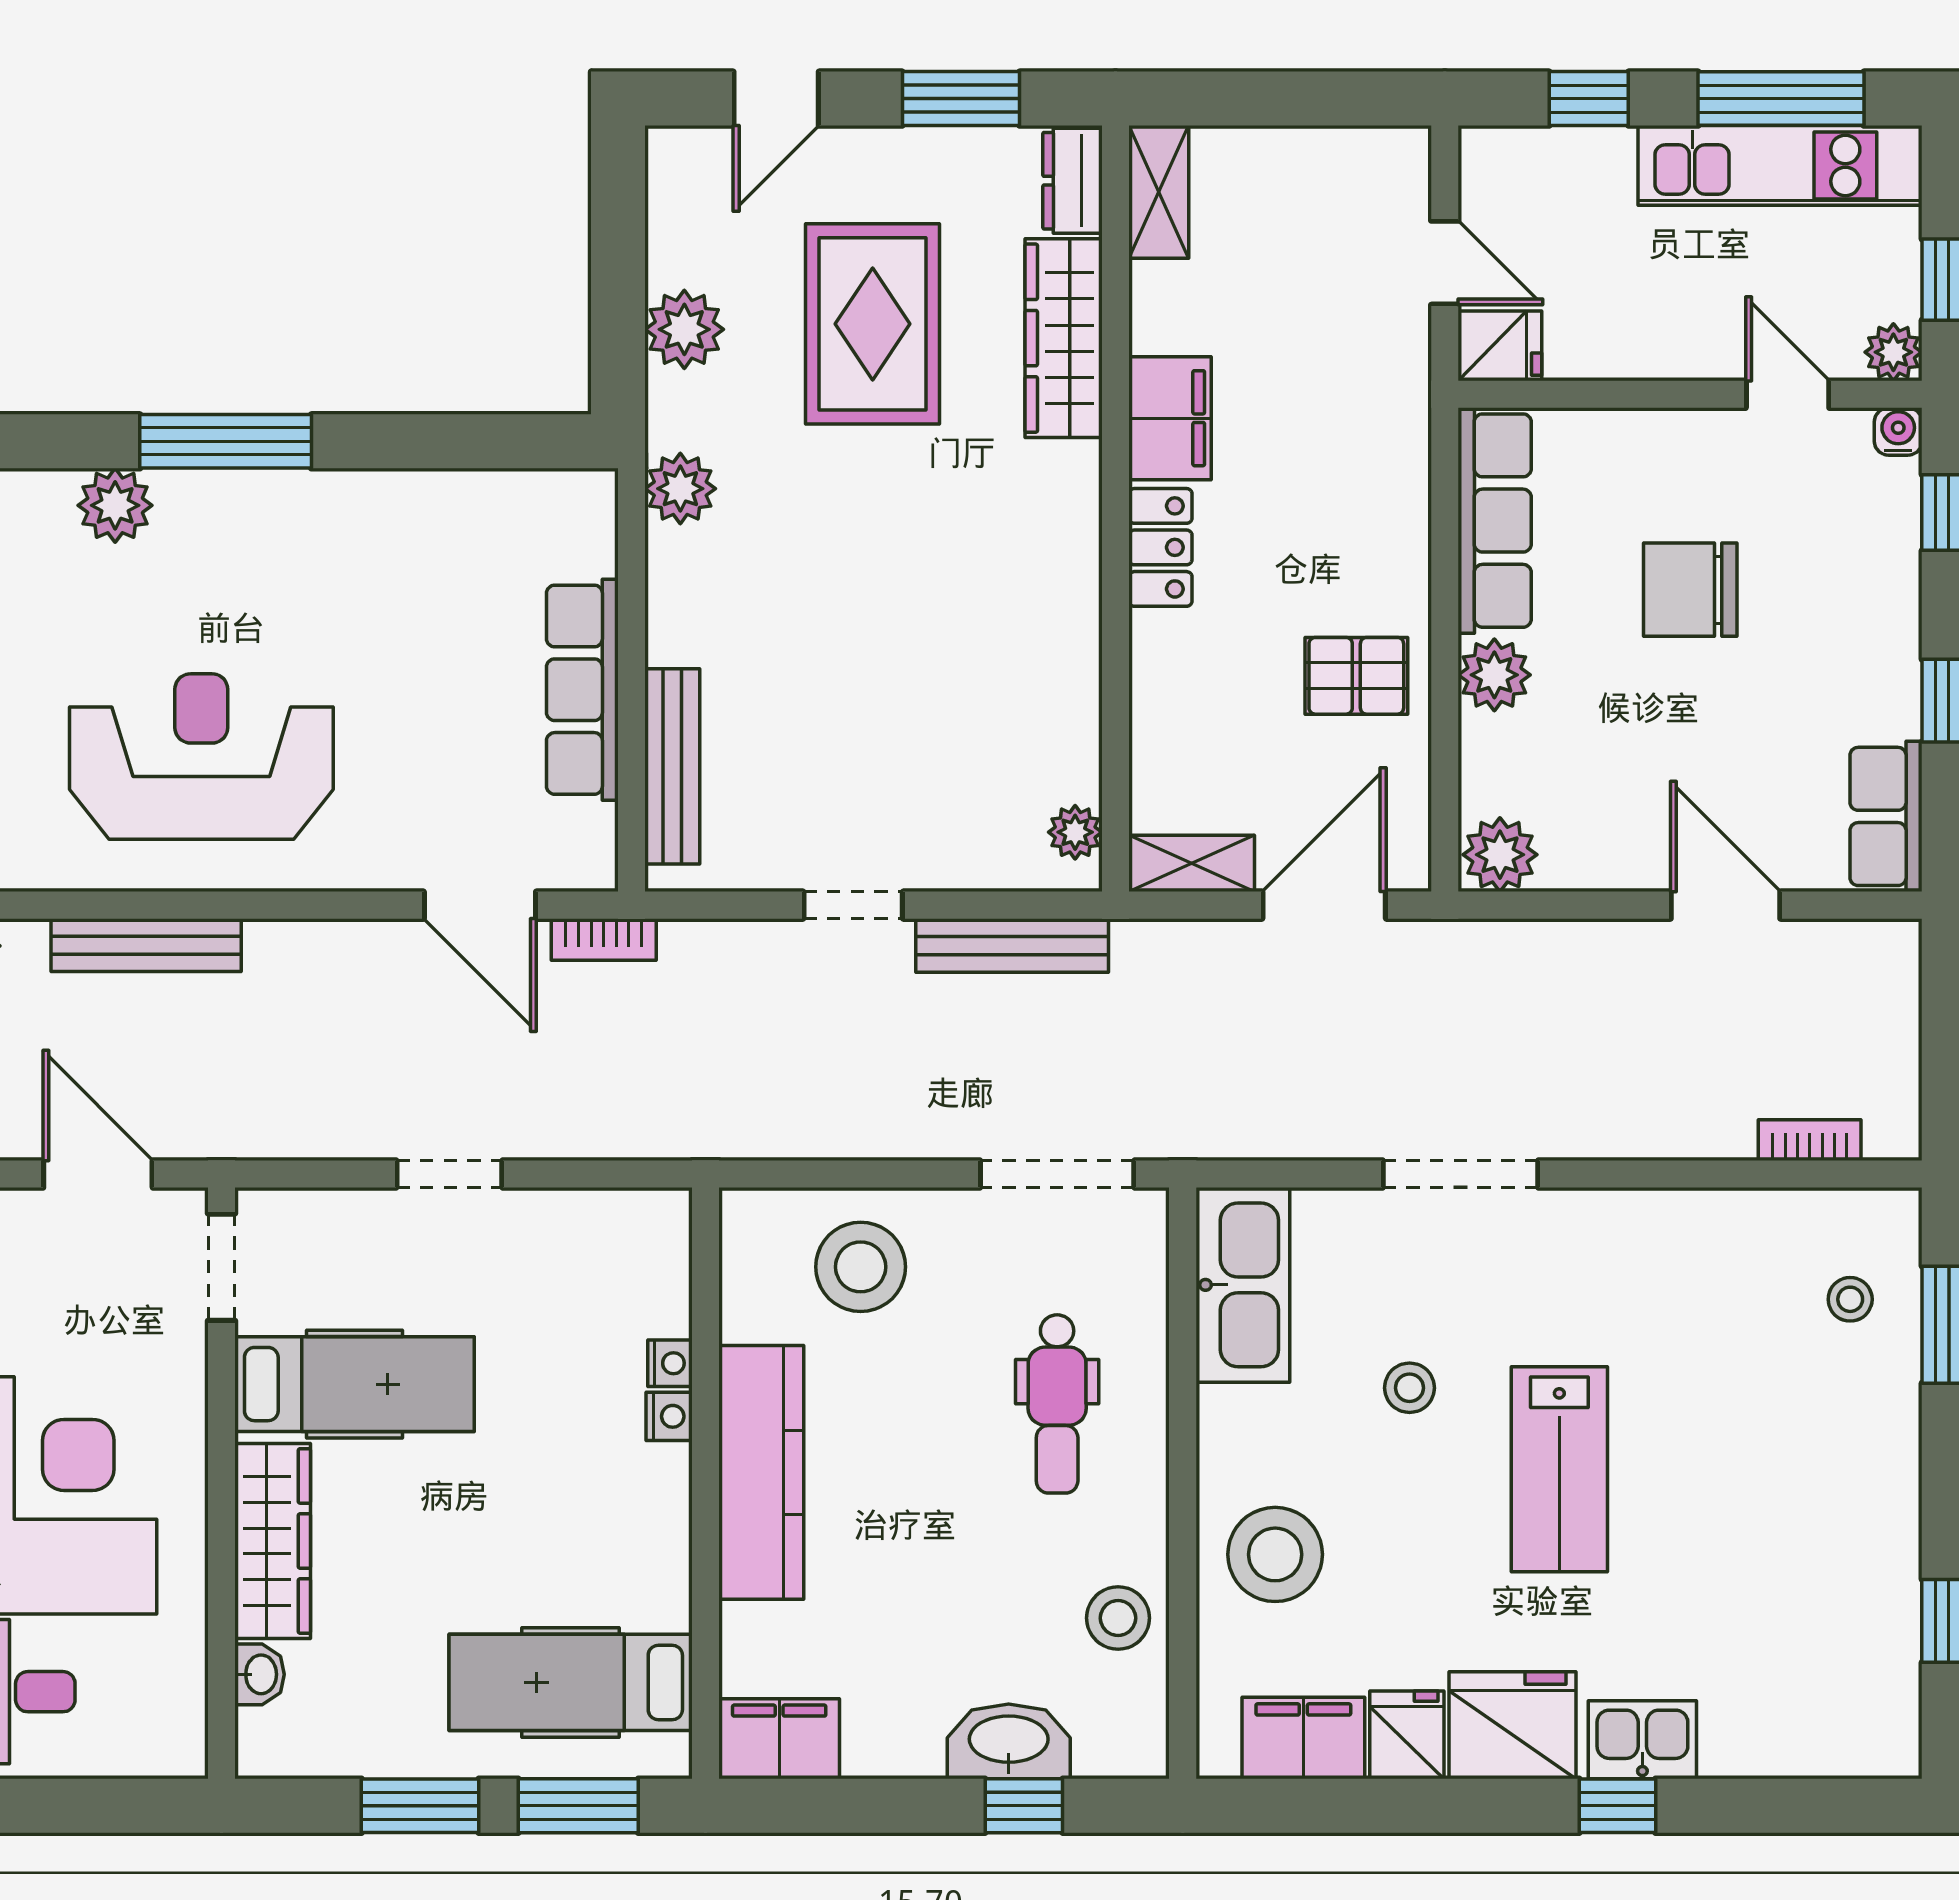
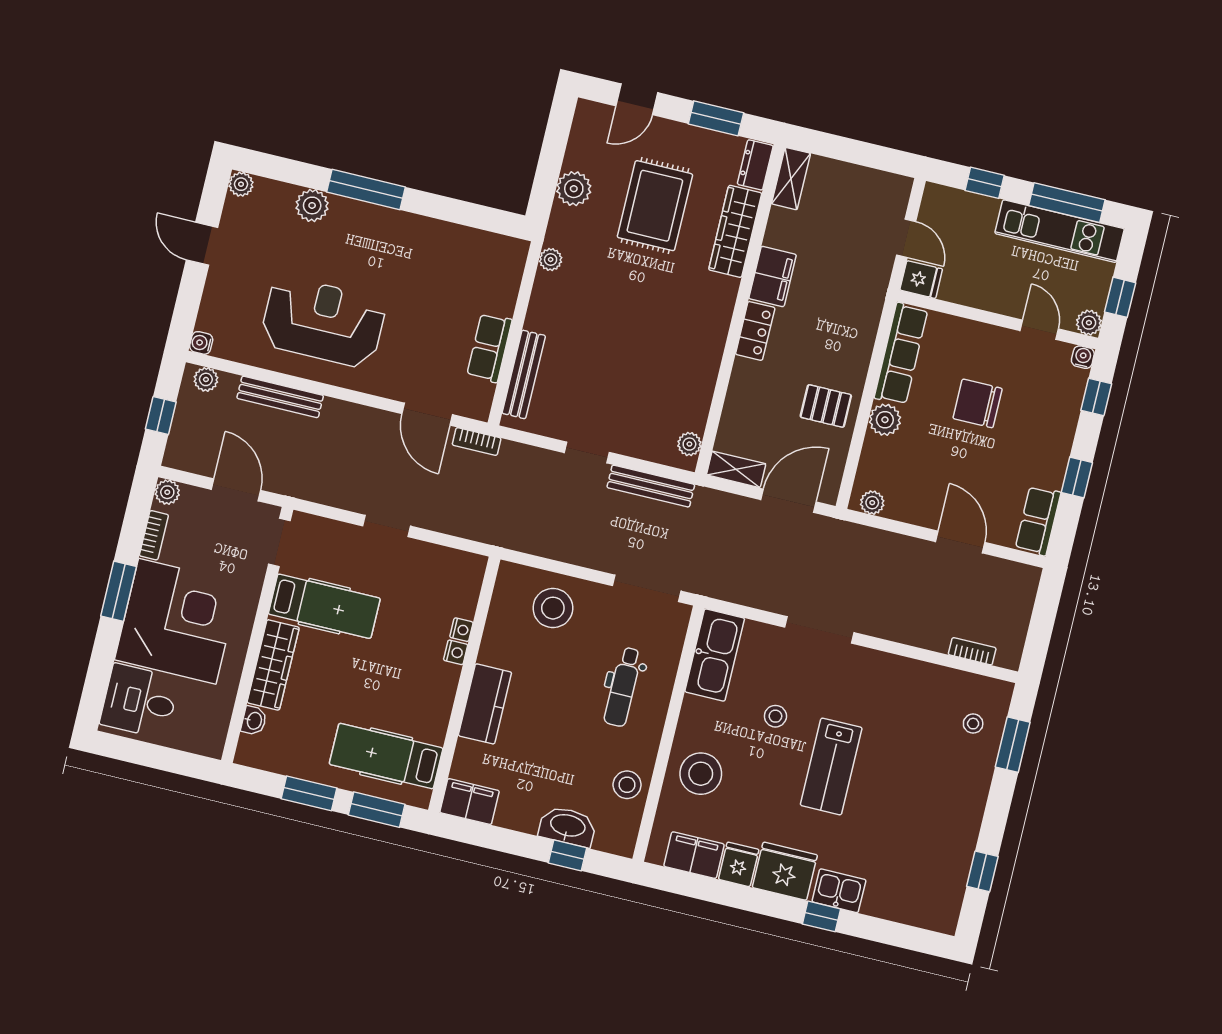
plant: (680, 489) -> (551, 260), width x0.73, depth x0.73
row of seats: (582, 690) -> (489, 348), width x0.68
plant: (1500, 855) -> (872, 503), width x0.73, depth x0.73
kitchen counter: (761, 1472) -> (485, 704), width x0.67

